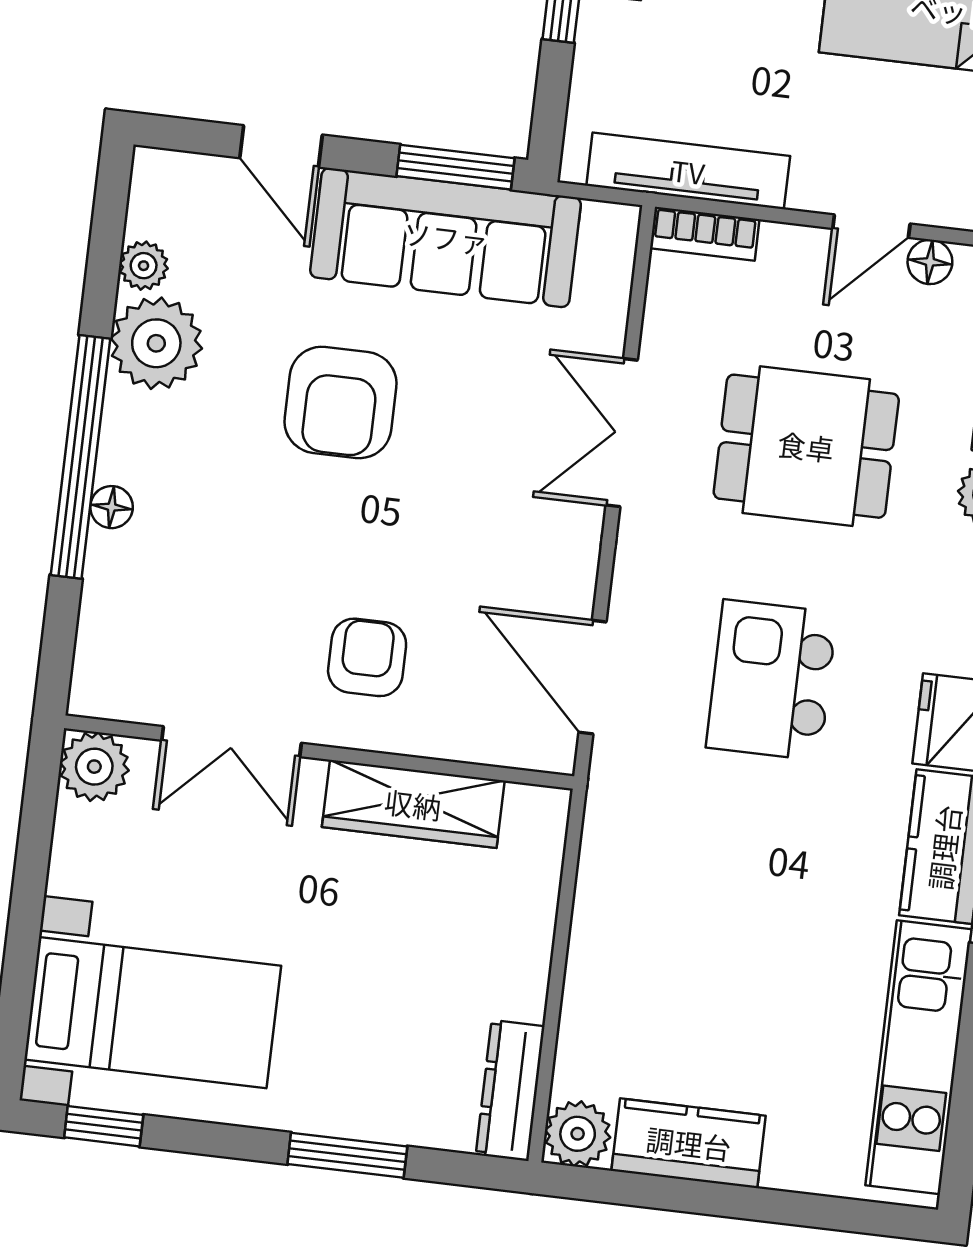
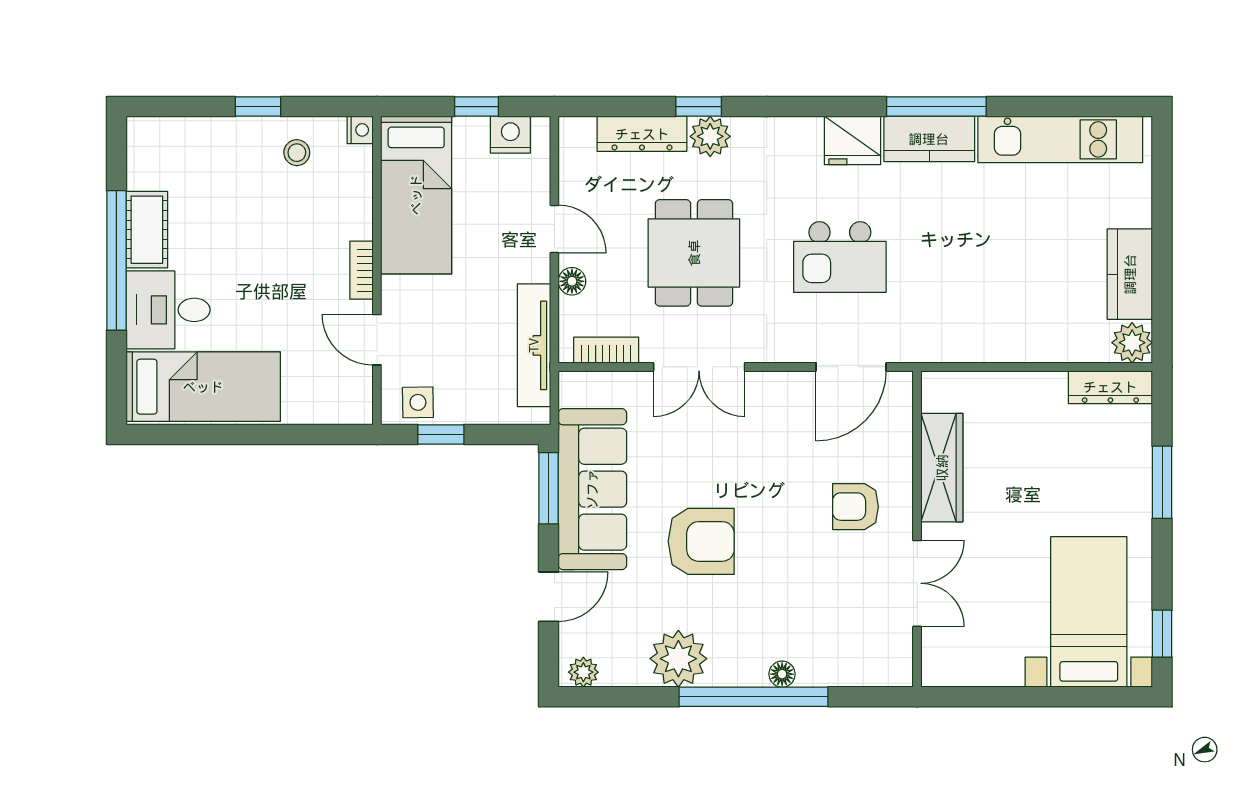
bookcase: (705, 234) -> (606, 350), moved, turned -90
floor lamp: (930, 262) -> (572, 281), moved
plant: (144, 266) -> (583, 672), moved
plant: (94, 767) -> (942, 666), removed

